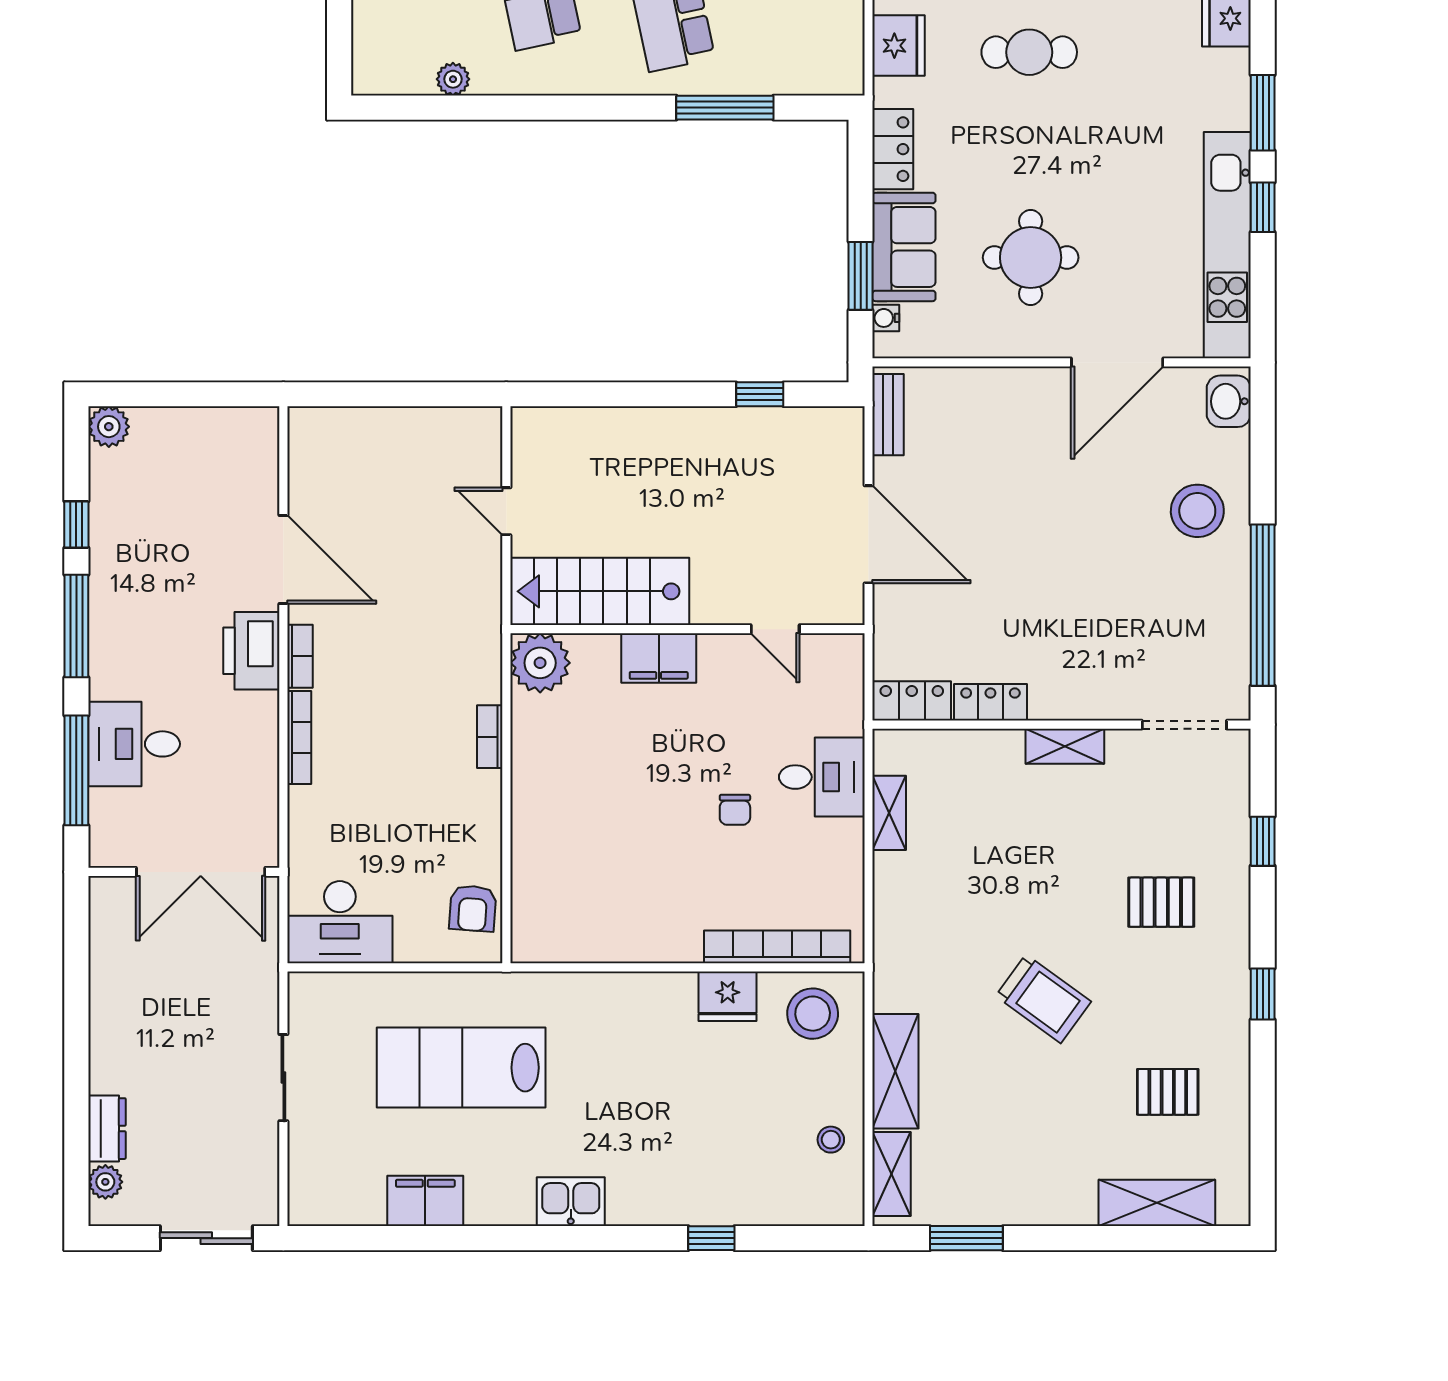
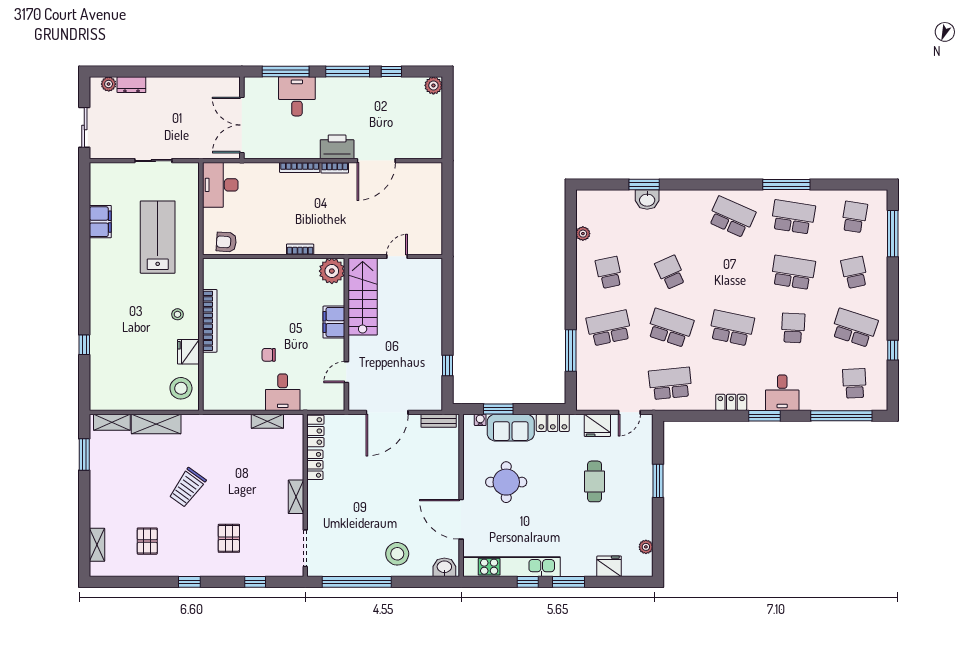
bookcase: (777, 947) -> (210, 321), moved
stool: (831, 1140) -> (177, 314), moved
kitchen sink: (571, 1202) -> (100, 284), removed
shelving: (1157, 1203) -> (97, 545), width x0.67, depth x0.75

